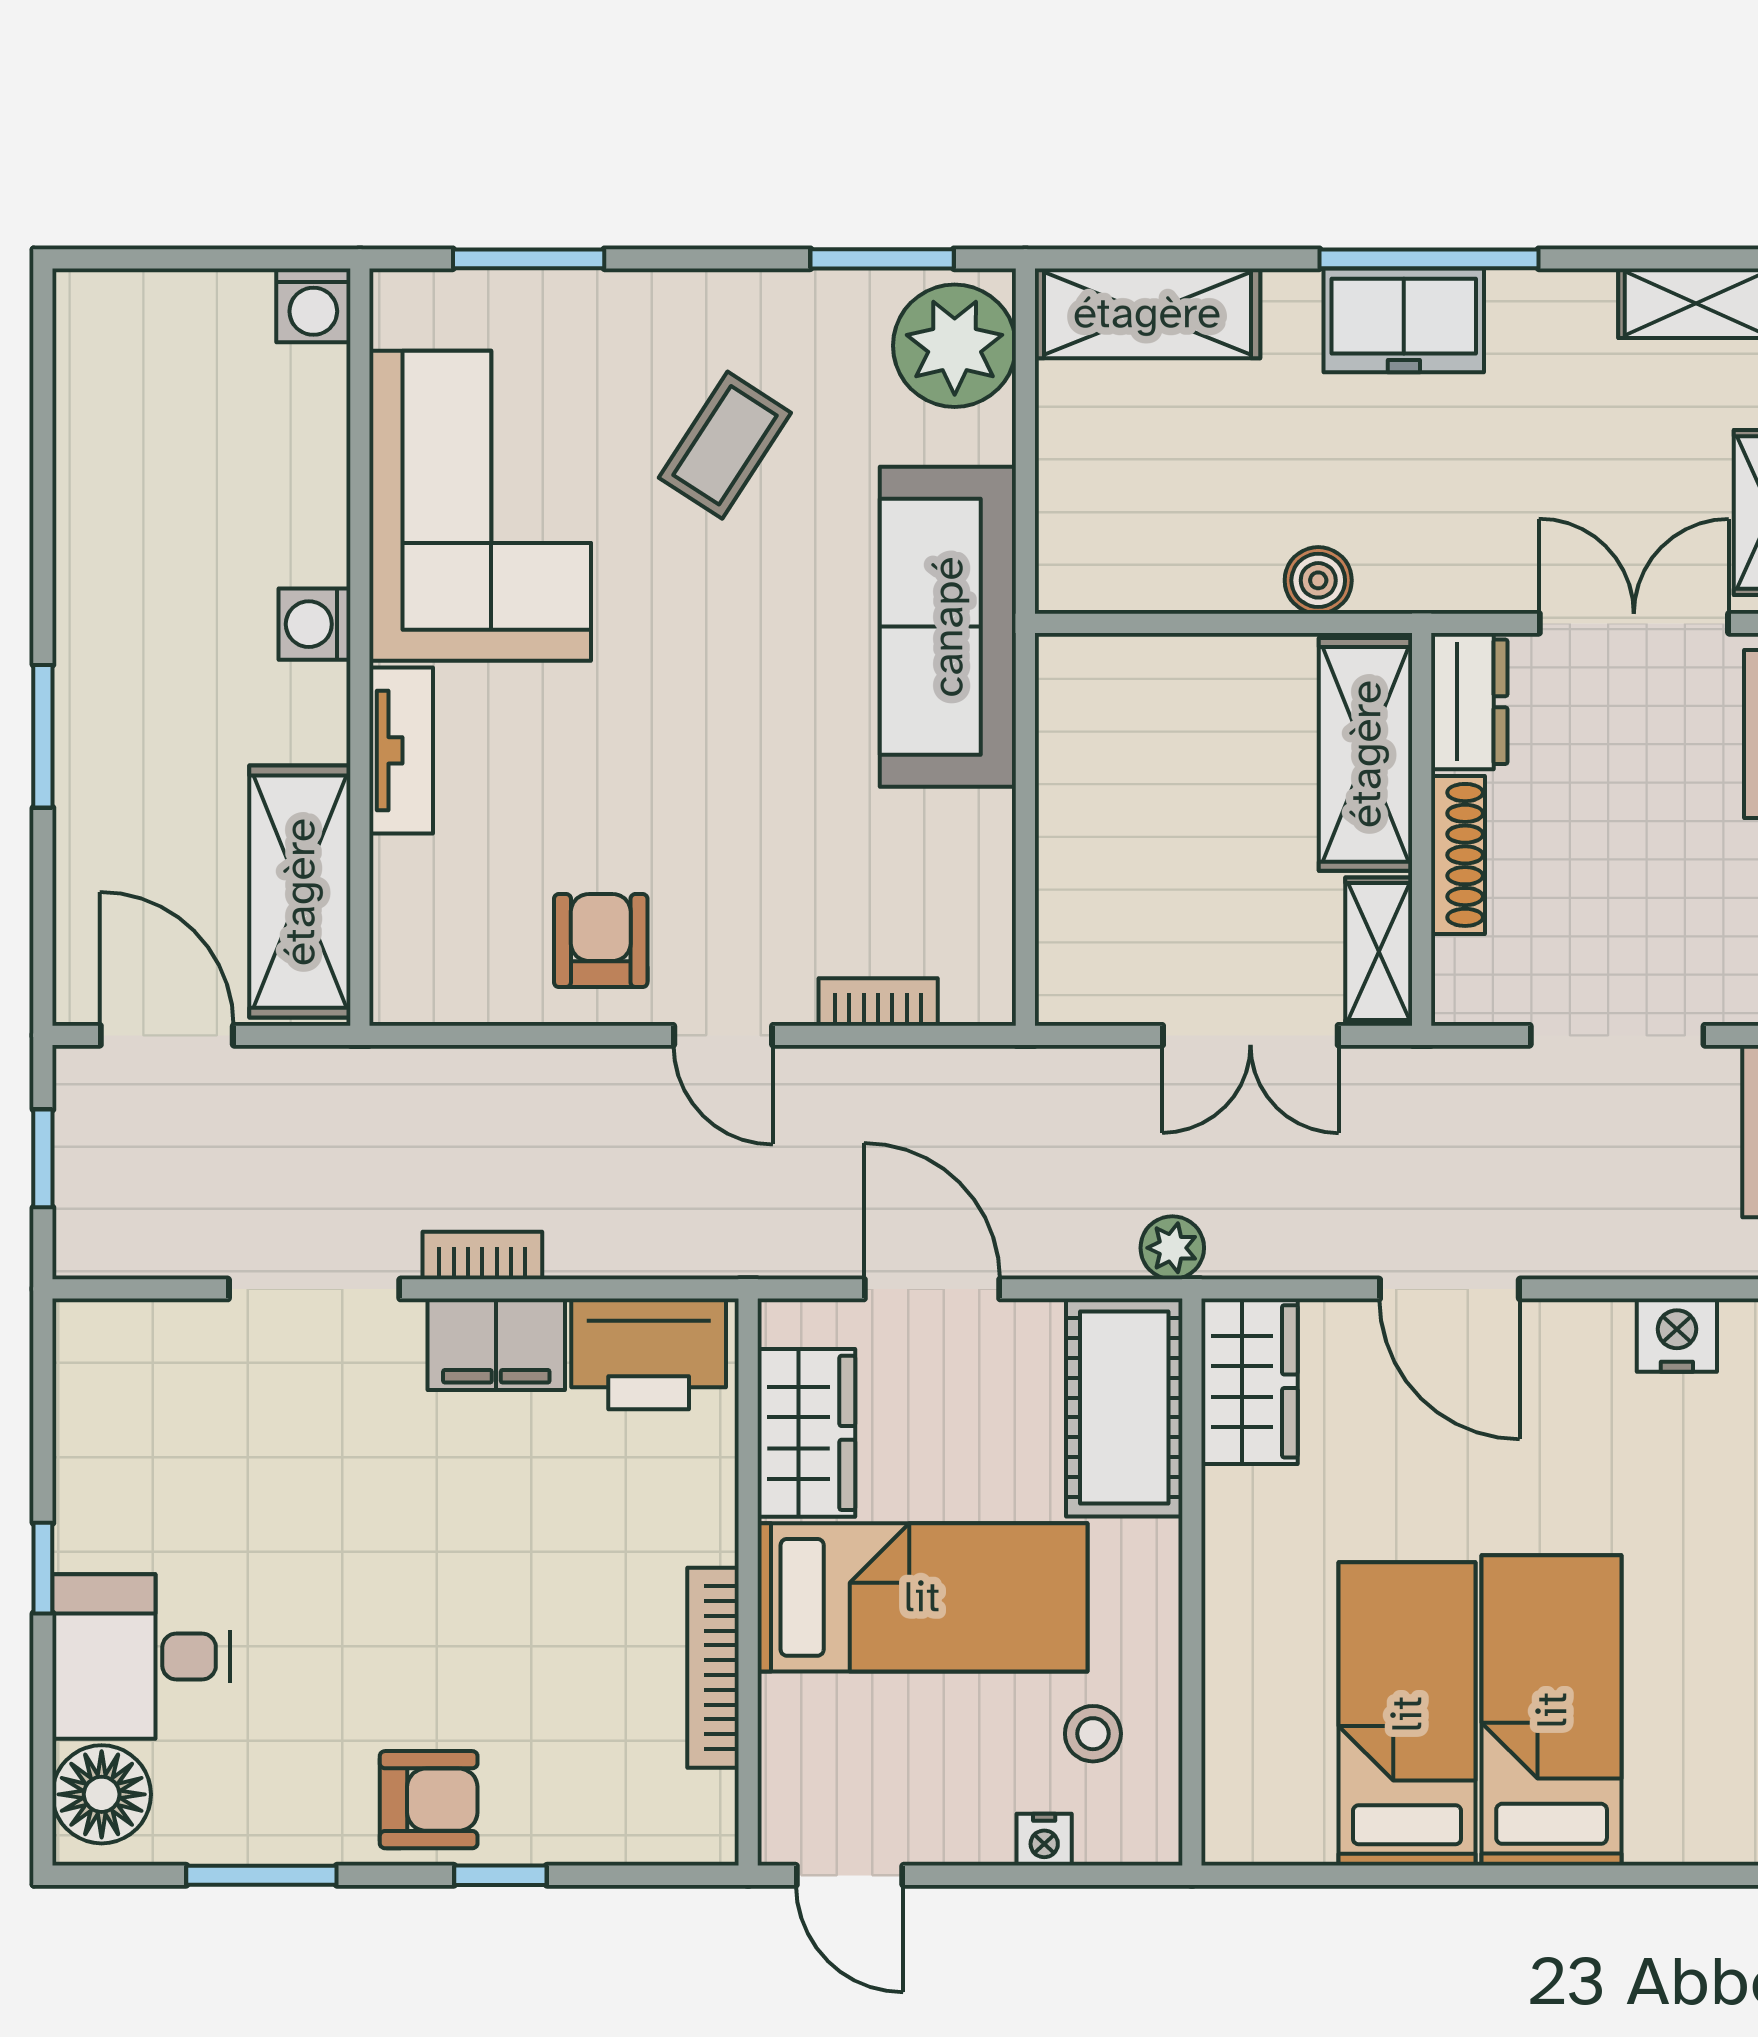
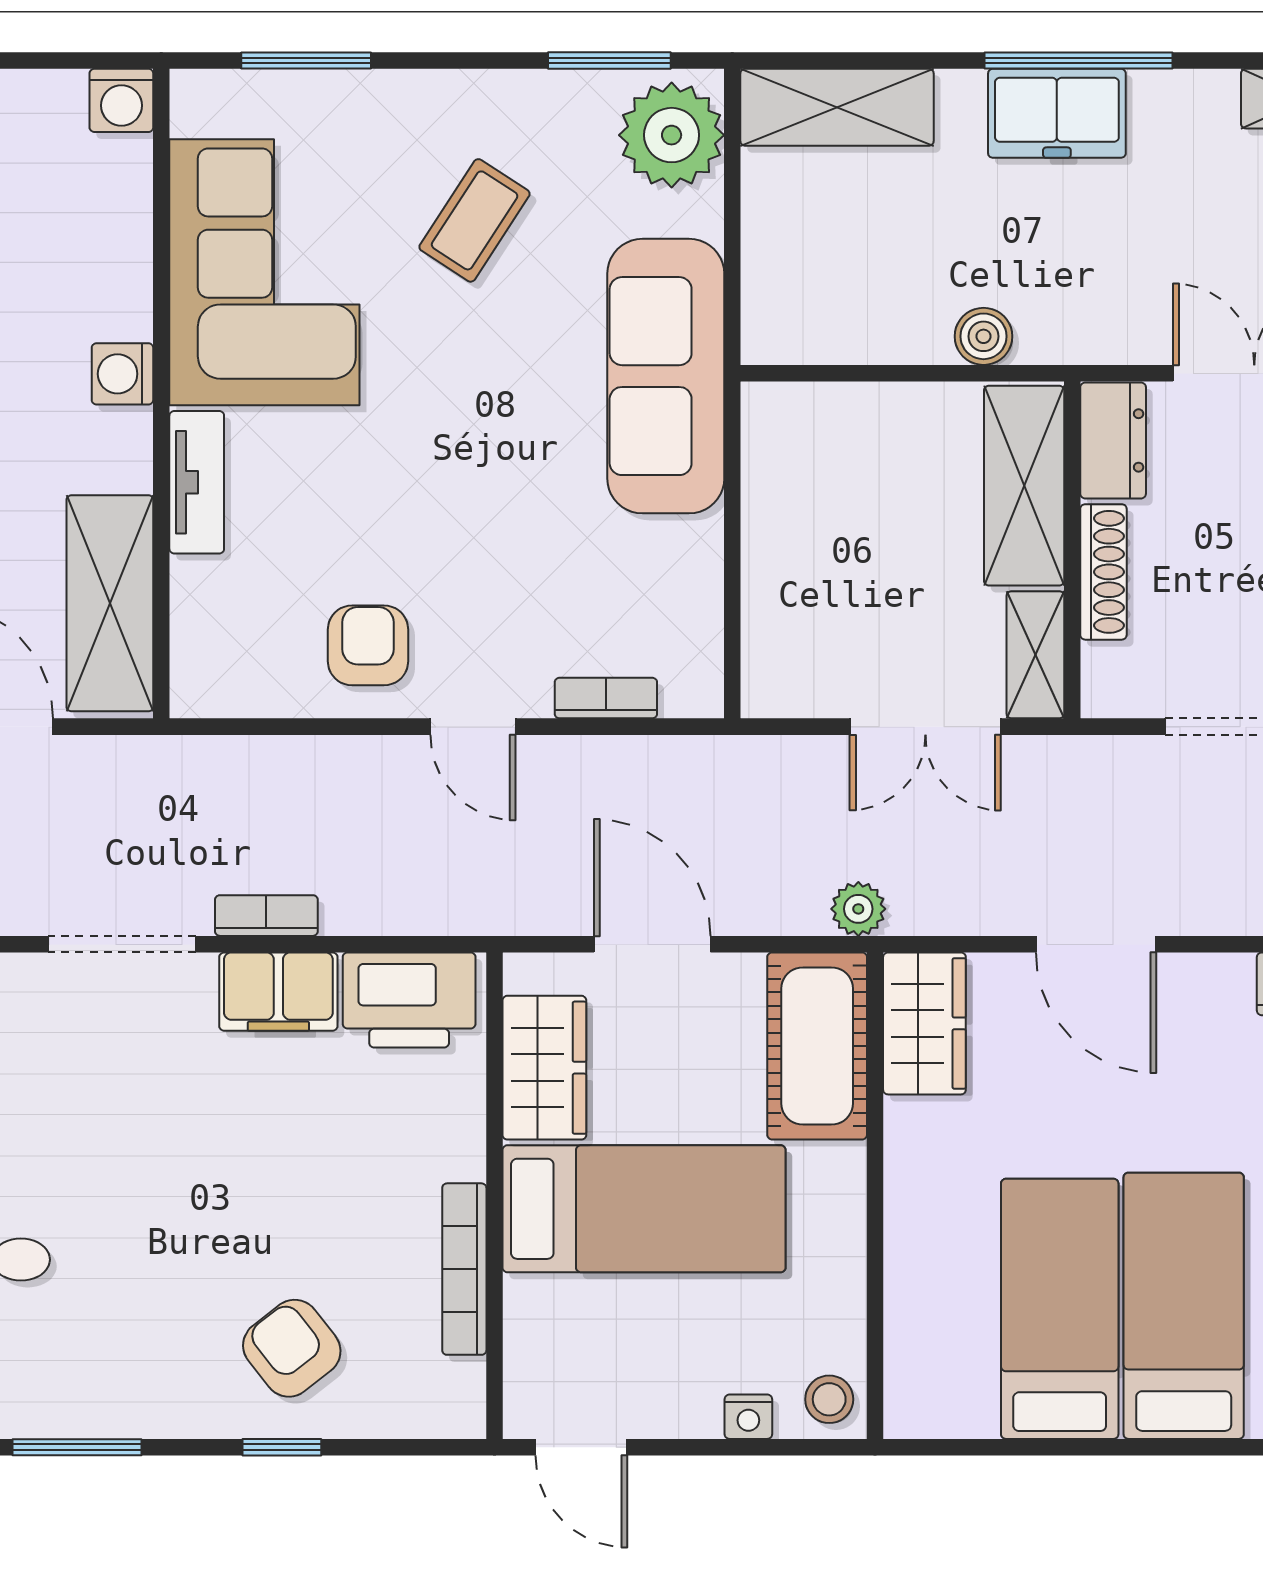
stool: (1093, 1734) -> (829, 1399), moved
armchair: (429, 1800) -> (292, 1348), moved, turned -128

